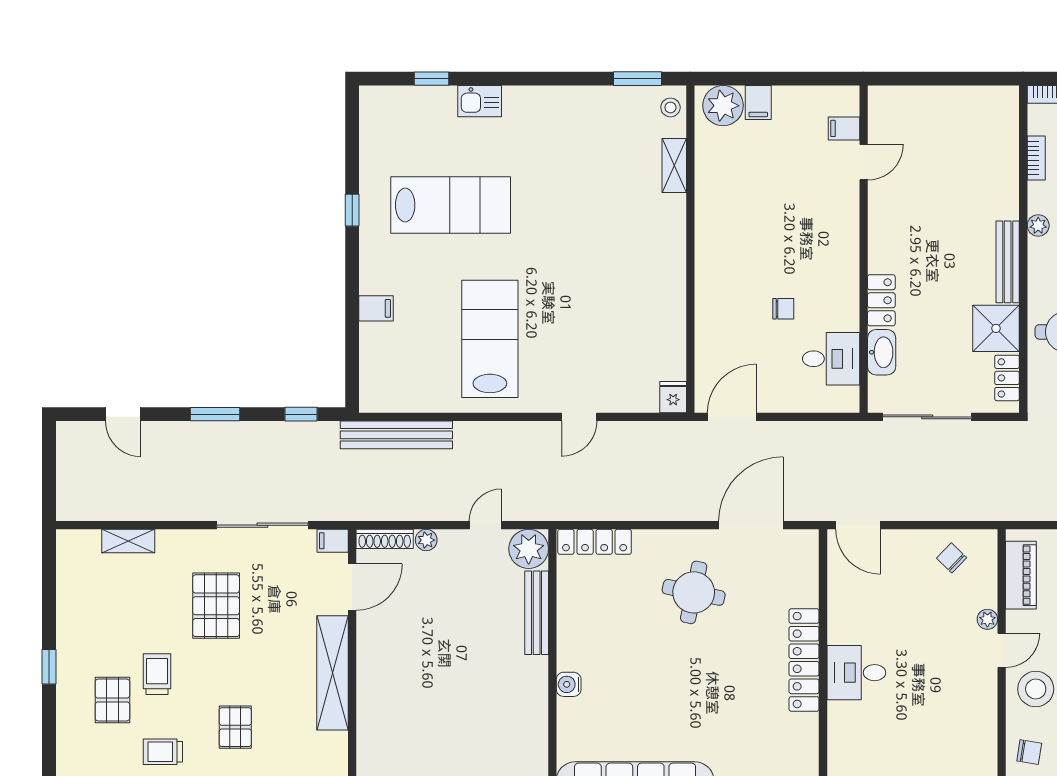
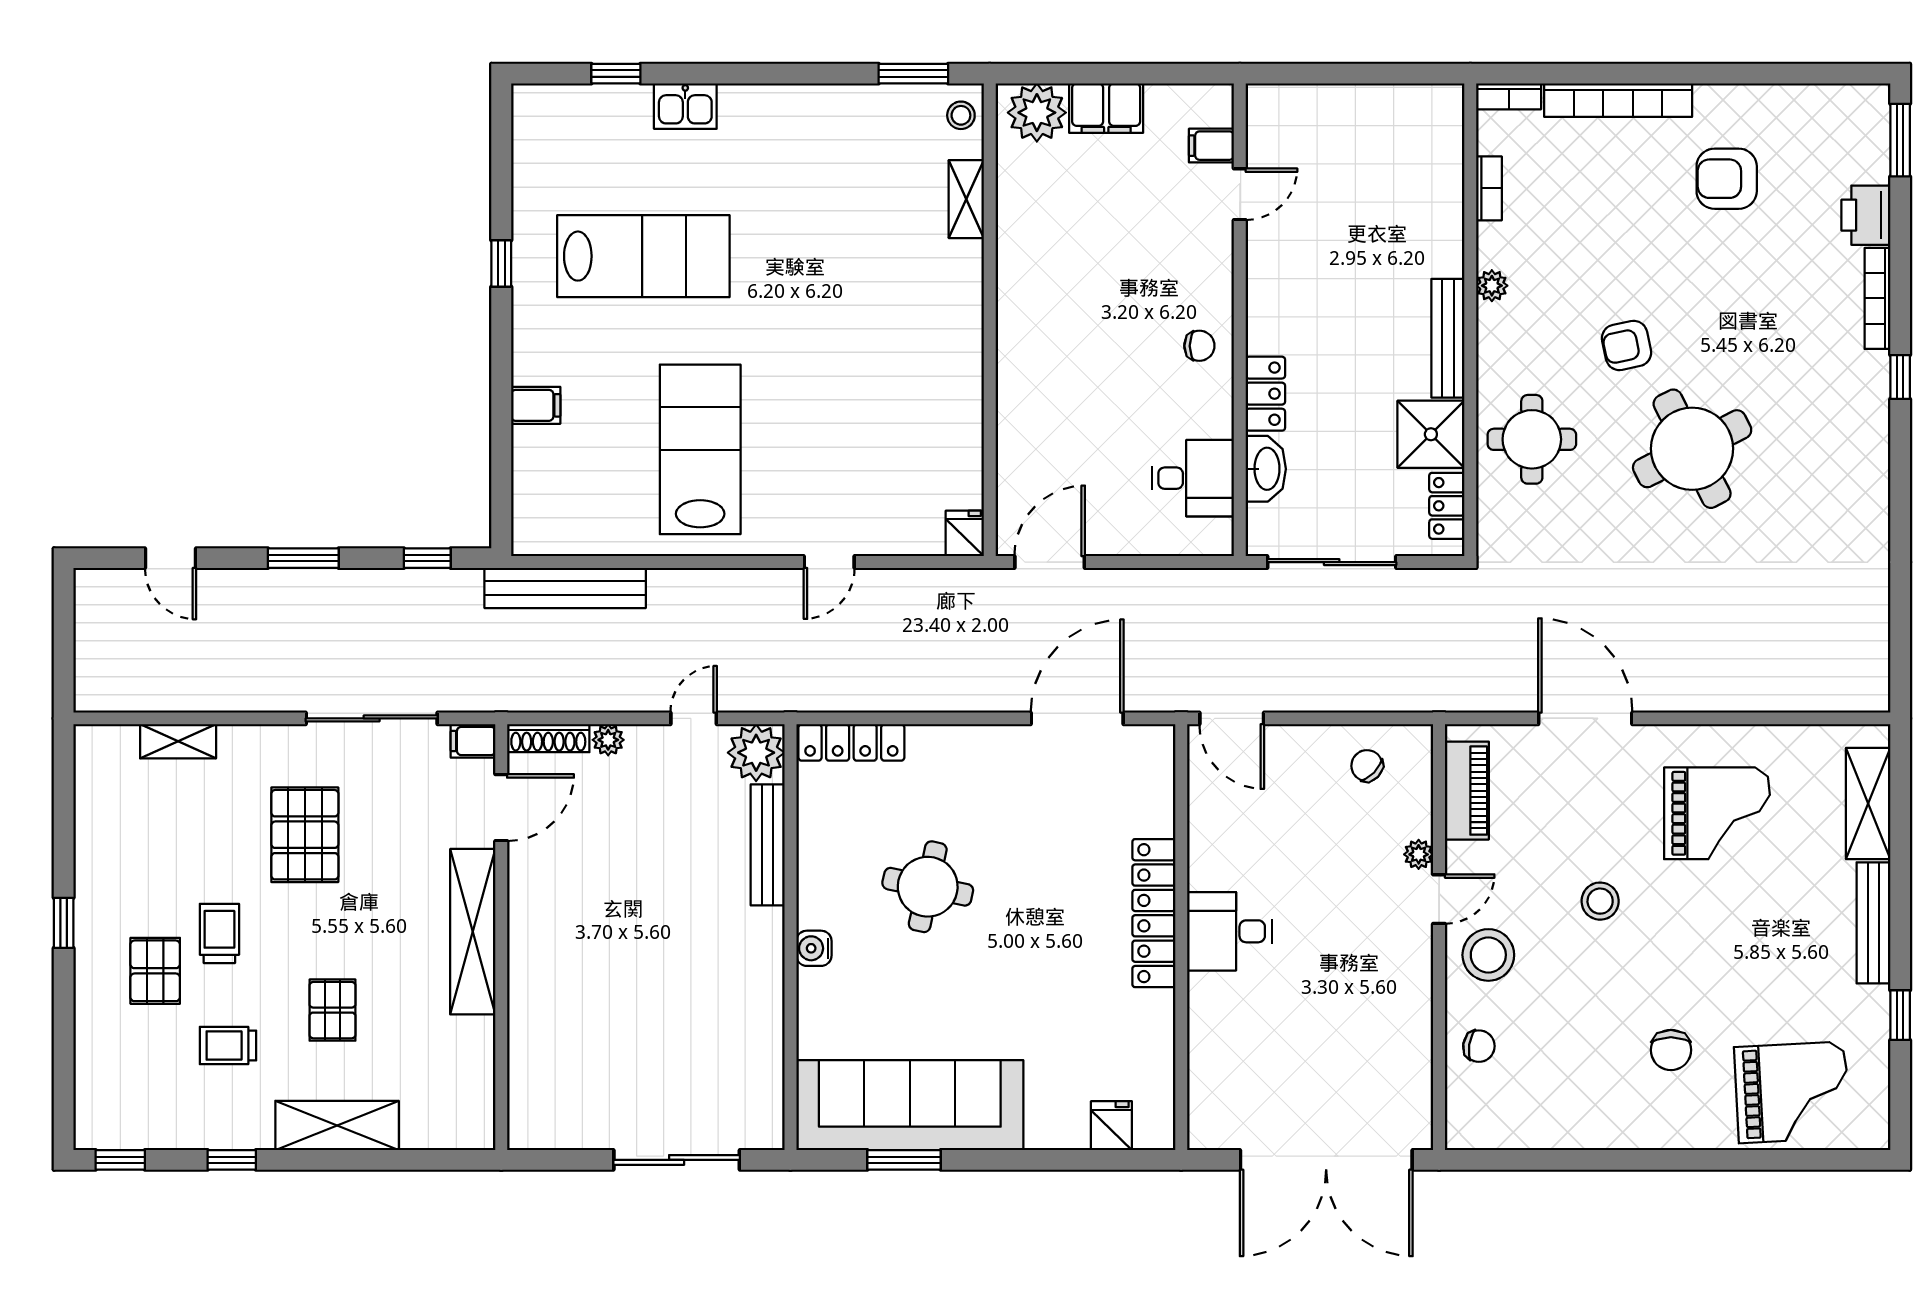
filing cabinet: (758, 102) -> (1106, 108), width x2.00
chair: (783, 309) -> (1199, 346), moved
round table: (694, 592) -> (928, 887), moved

